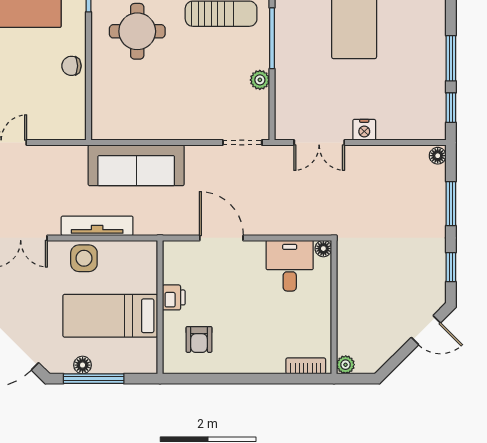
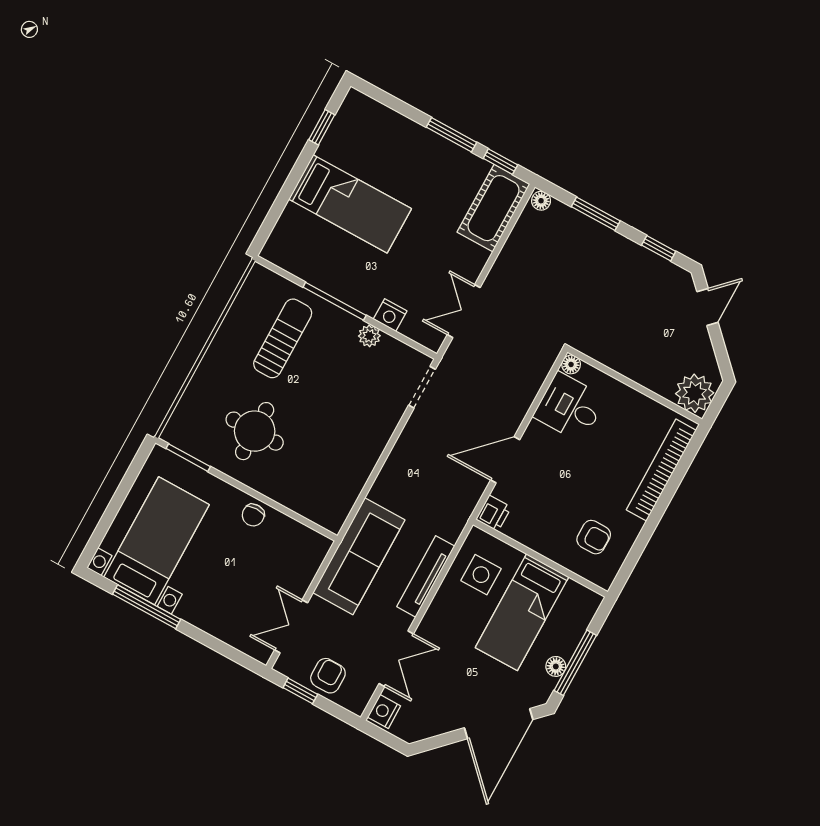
cot: (412, 122) -> (494, 208), added
nightstand: (364, 130) -> (390, 315), moved, turned 90
double door: (319, 143) -> (464, 311), swing flipped
sofa: (136, 165) -> (359, 556), moved
side table: (84, 258) -> (481, 575), moved
printer: (174, 297) -> (493, 513), moved, turned 90
plant: (346, 365) -> (695, 393), width x1.88, depth x1.88
bookcase: (306, 366) -> (661, 470), width x2.31, depth x1.31

